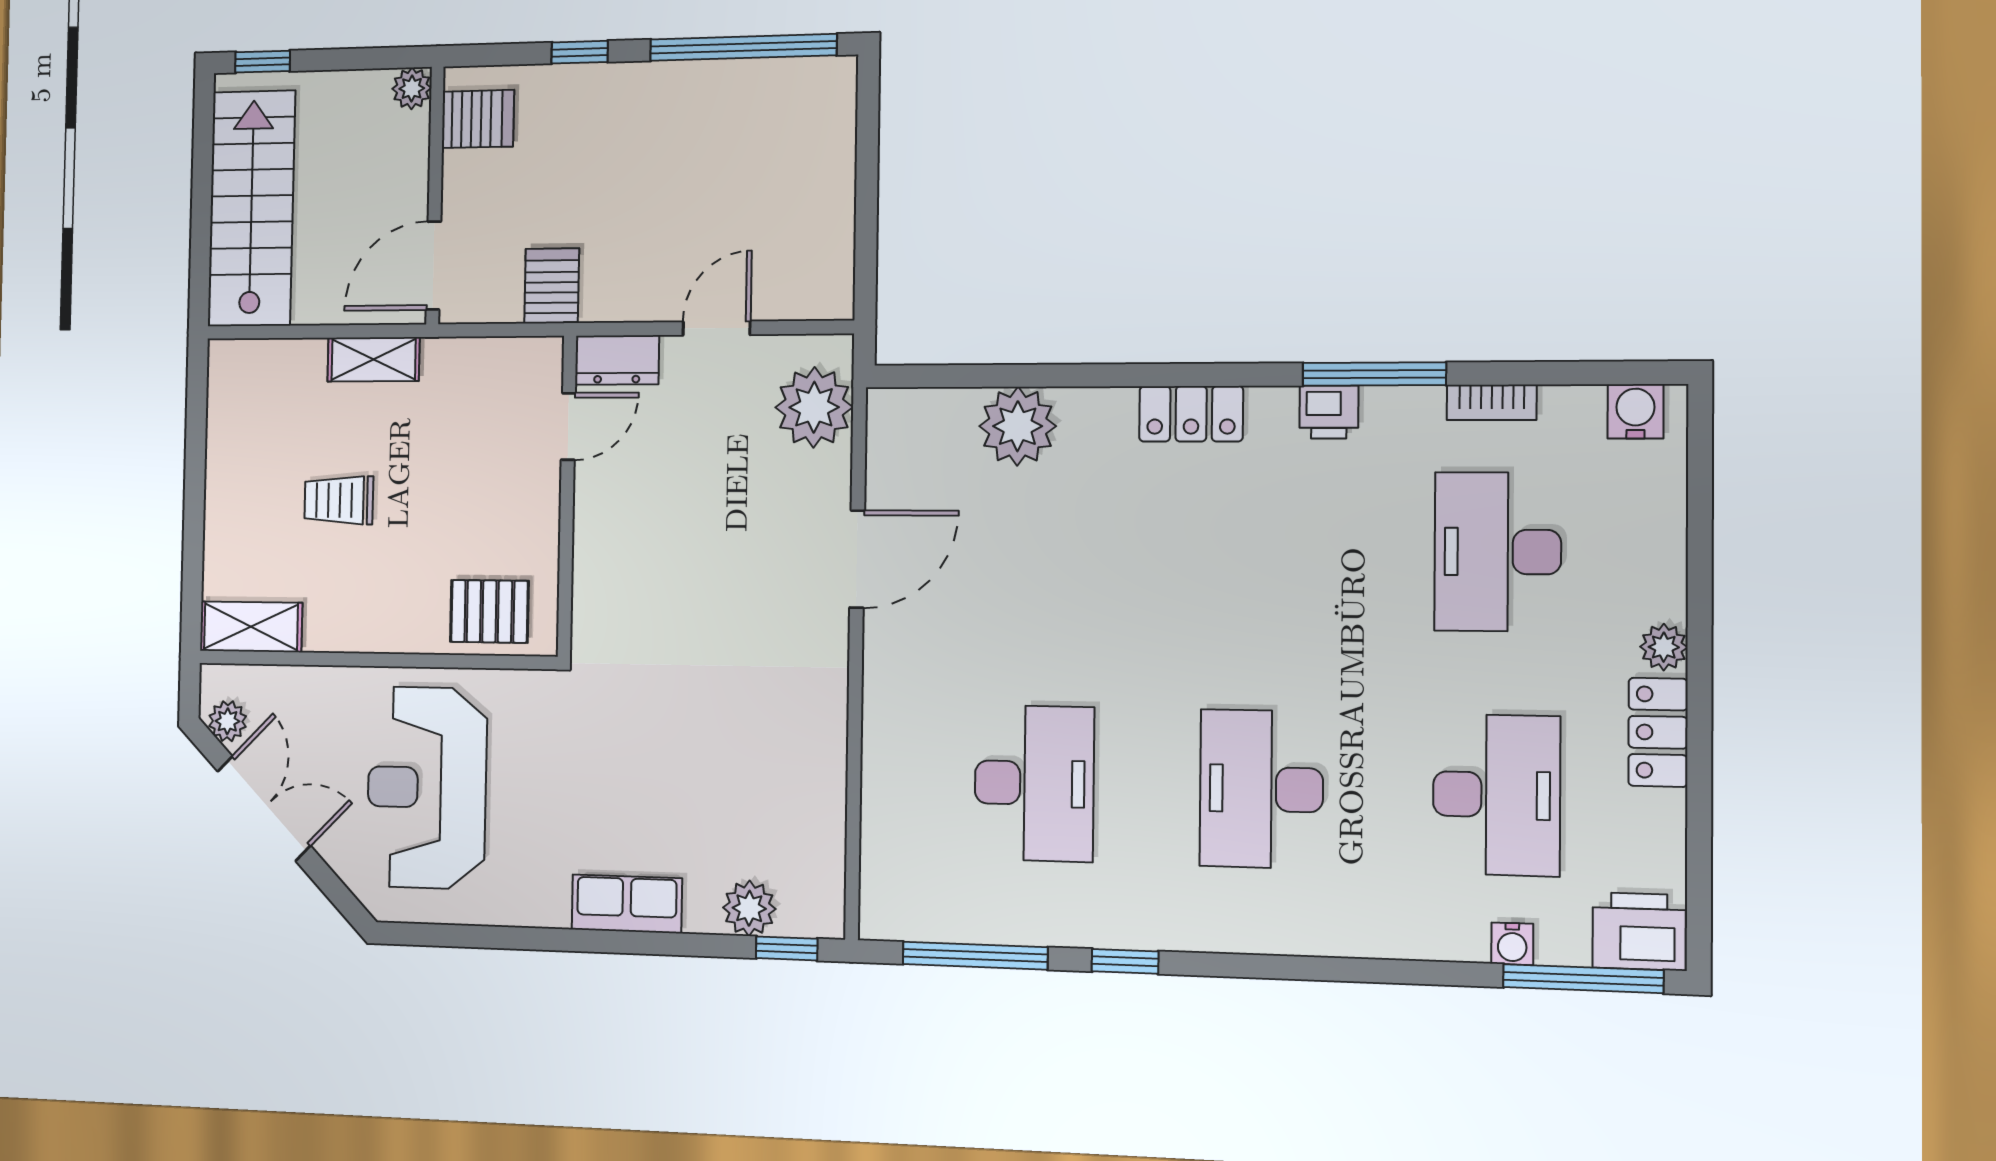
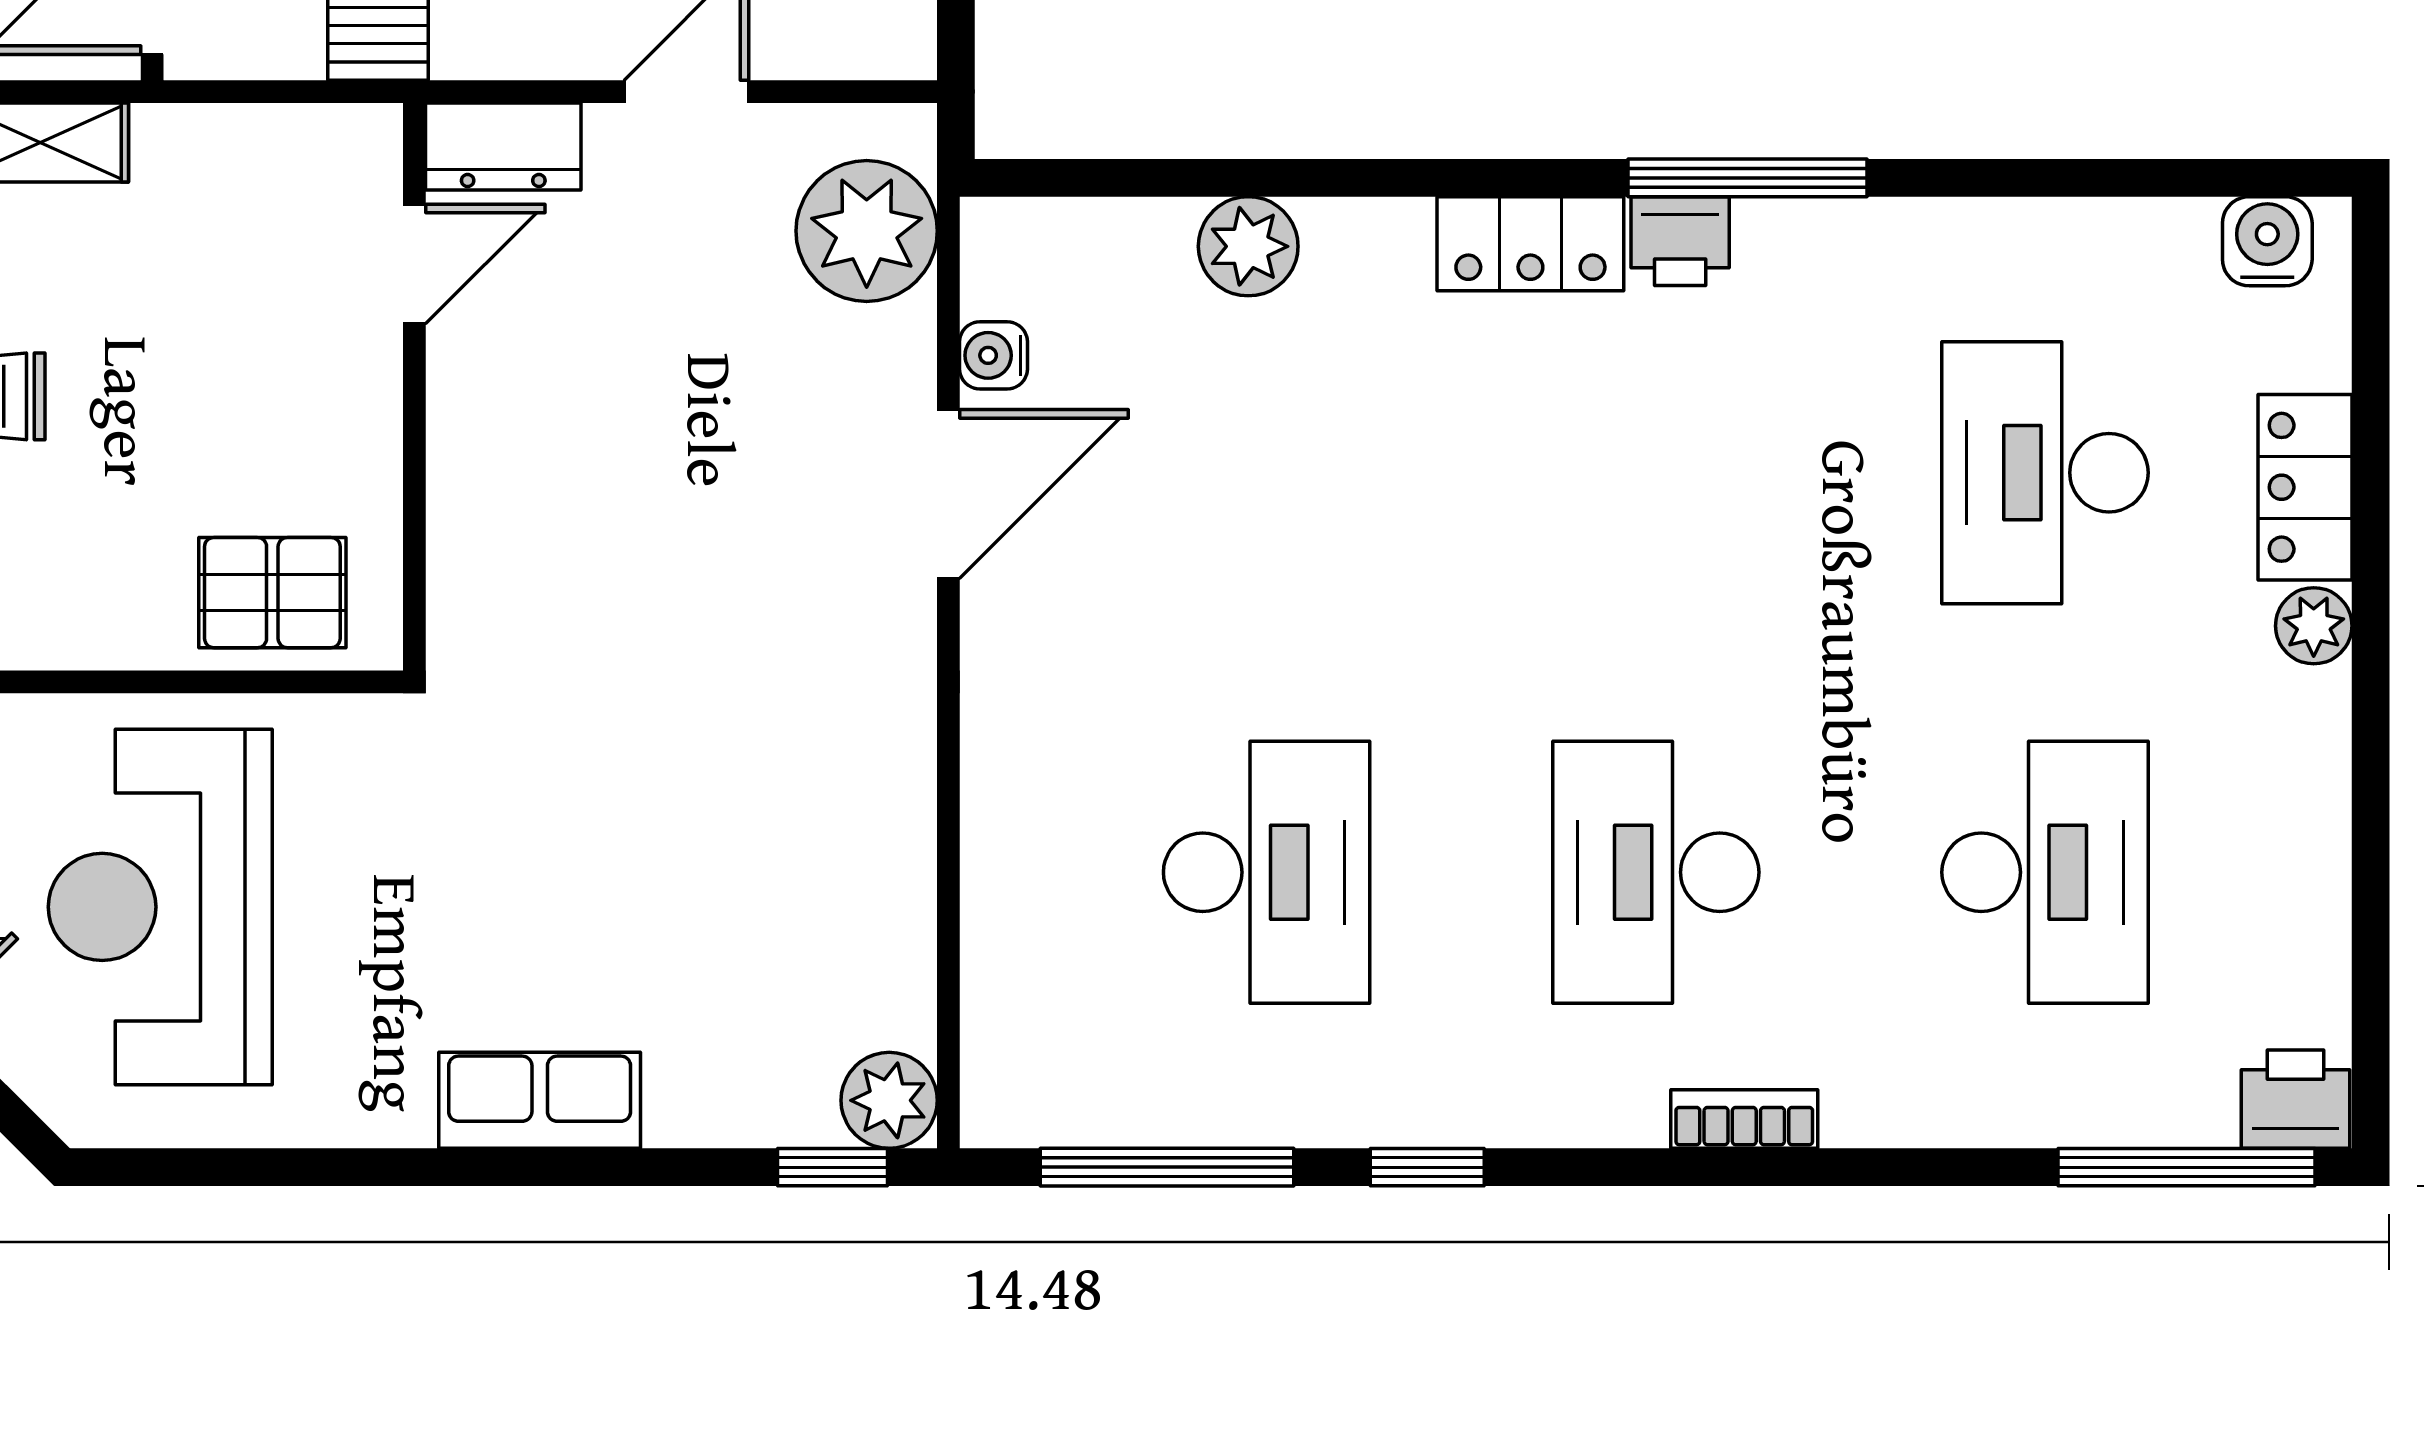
window: (1374, 374) -> (1748, 178), moved
bookcase: (1492, 402) -> (1744, 1119), moved, turned 180
printer: (1329, 412) -> (1680, 241), moved
plant: (1018, 426) -> (1248, 246), width x0.73, depth x0.73
locker: (1658, 732) -> (2305, 487), moved
plant: (749, 908) -> (889, 1100), moved
printer: (1639, 931) -> (2295, 1099), width x0.73, depth x0.81
water cooler: (1512, 944) -> (994, 355), moved, turned 90

